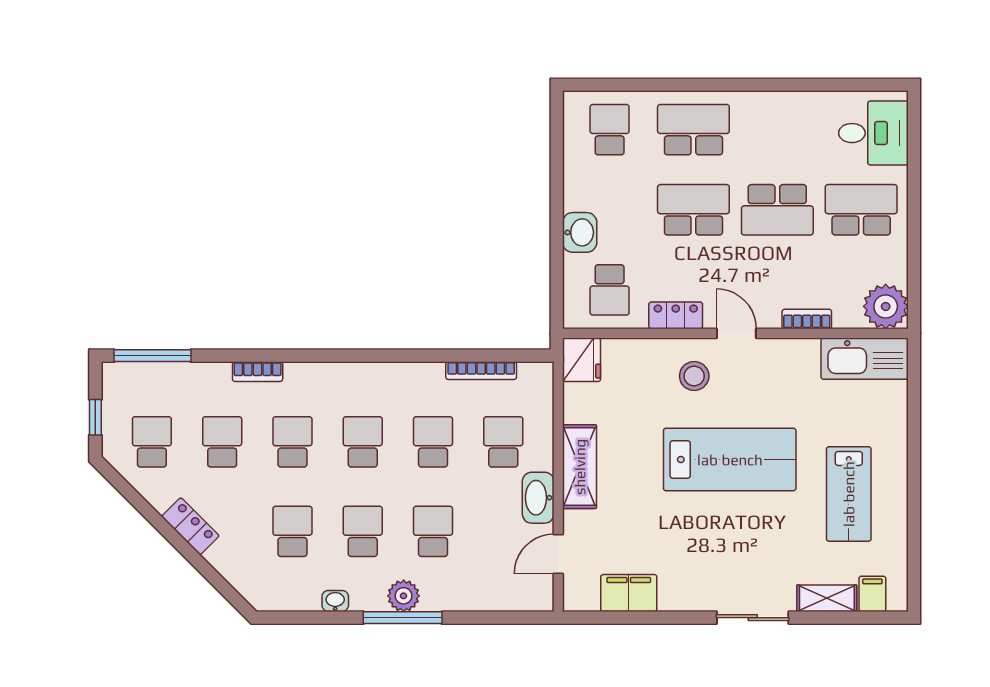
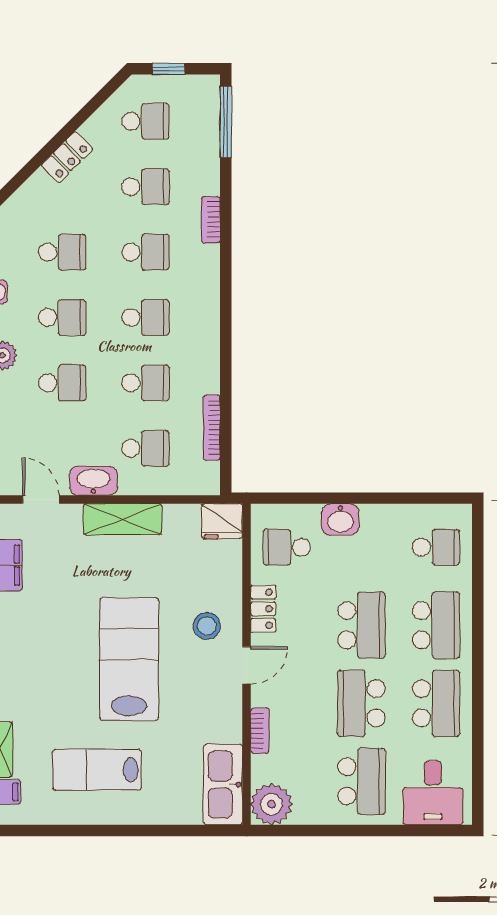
school desk: (777, 130) -> (436, 703), added
lab bench: (730, 460) -> (129, 659), turned 180

